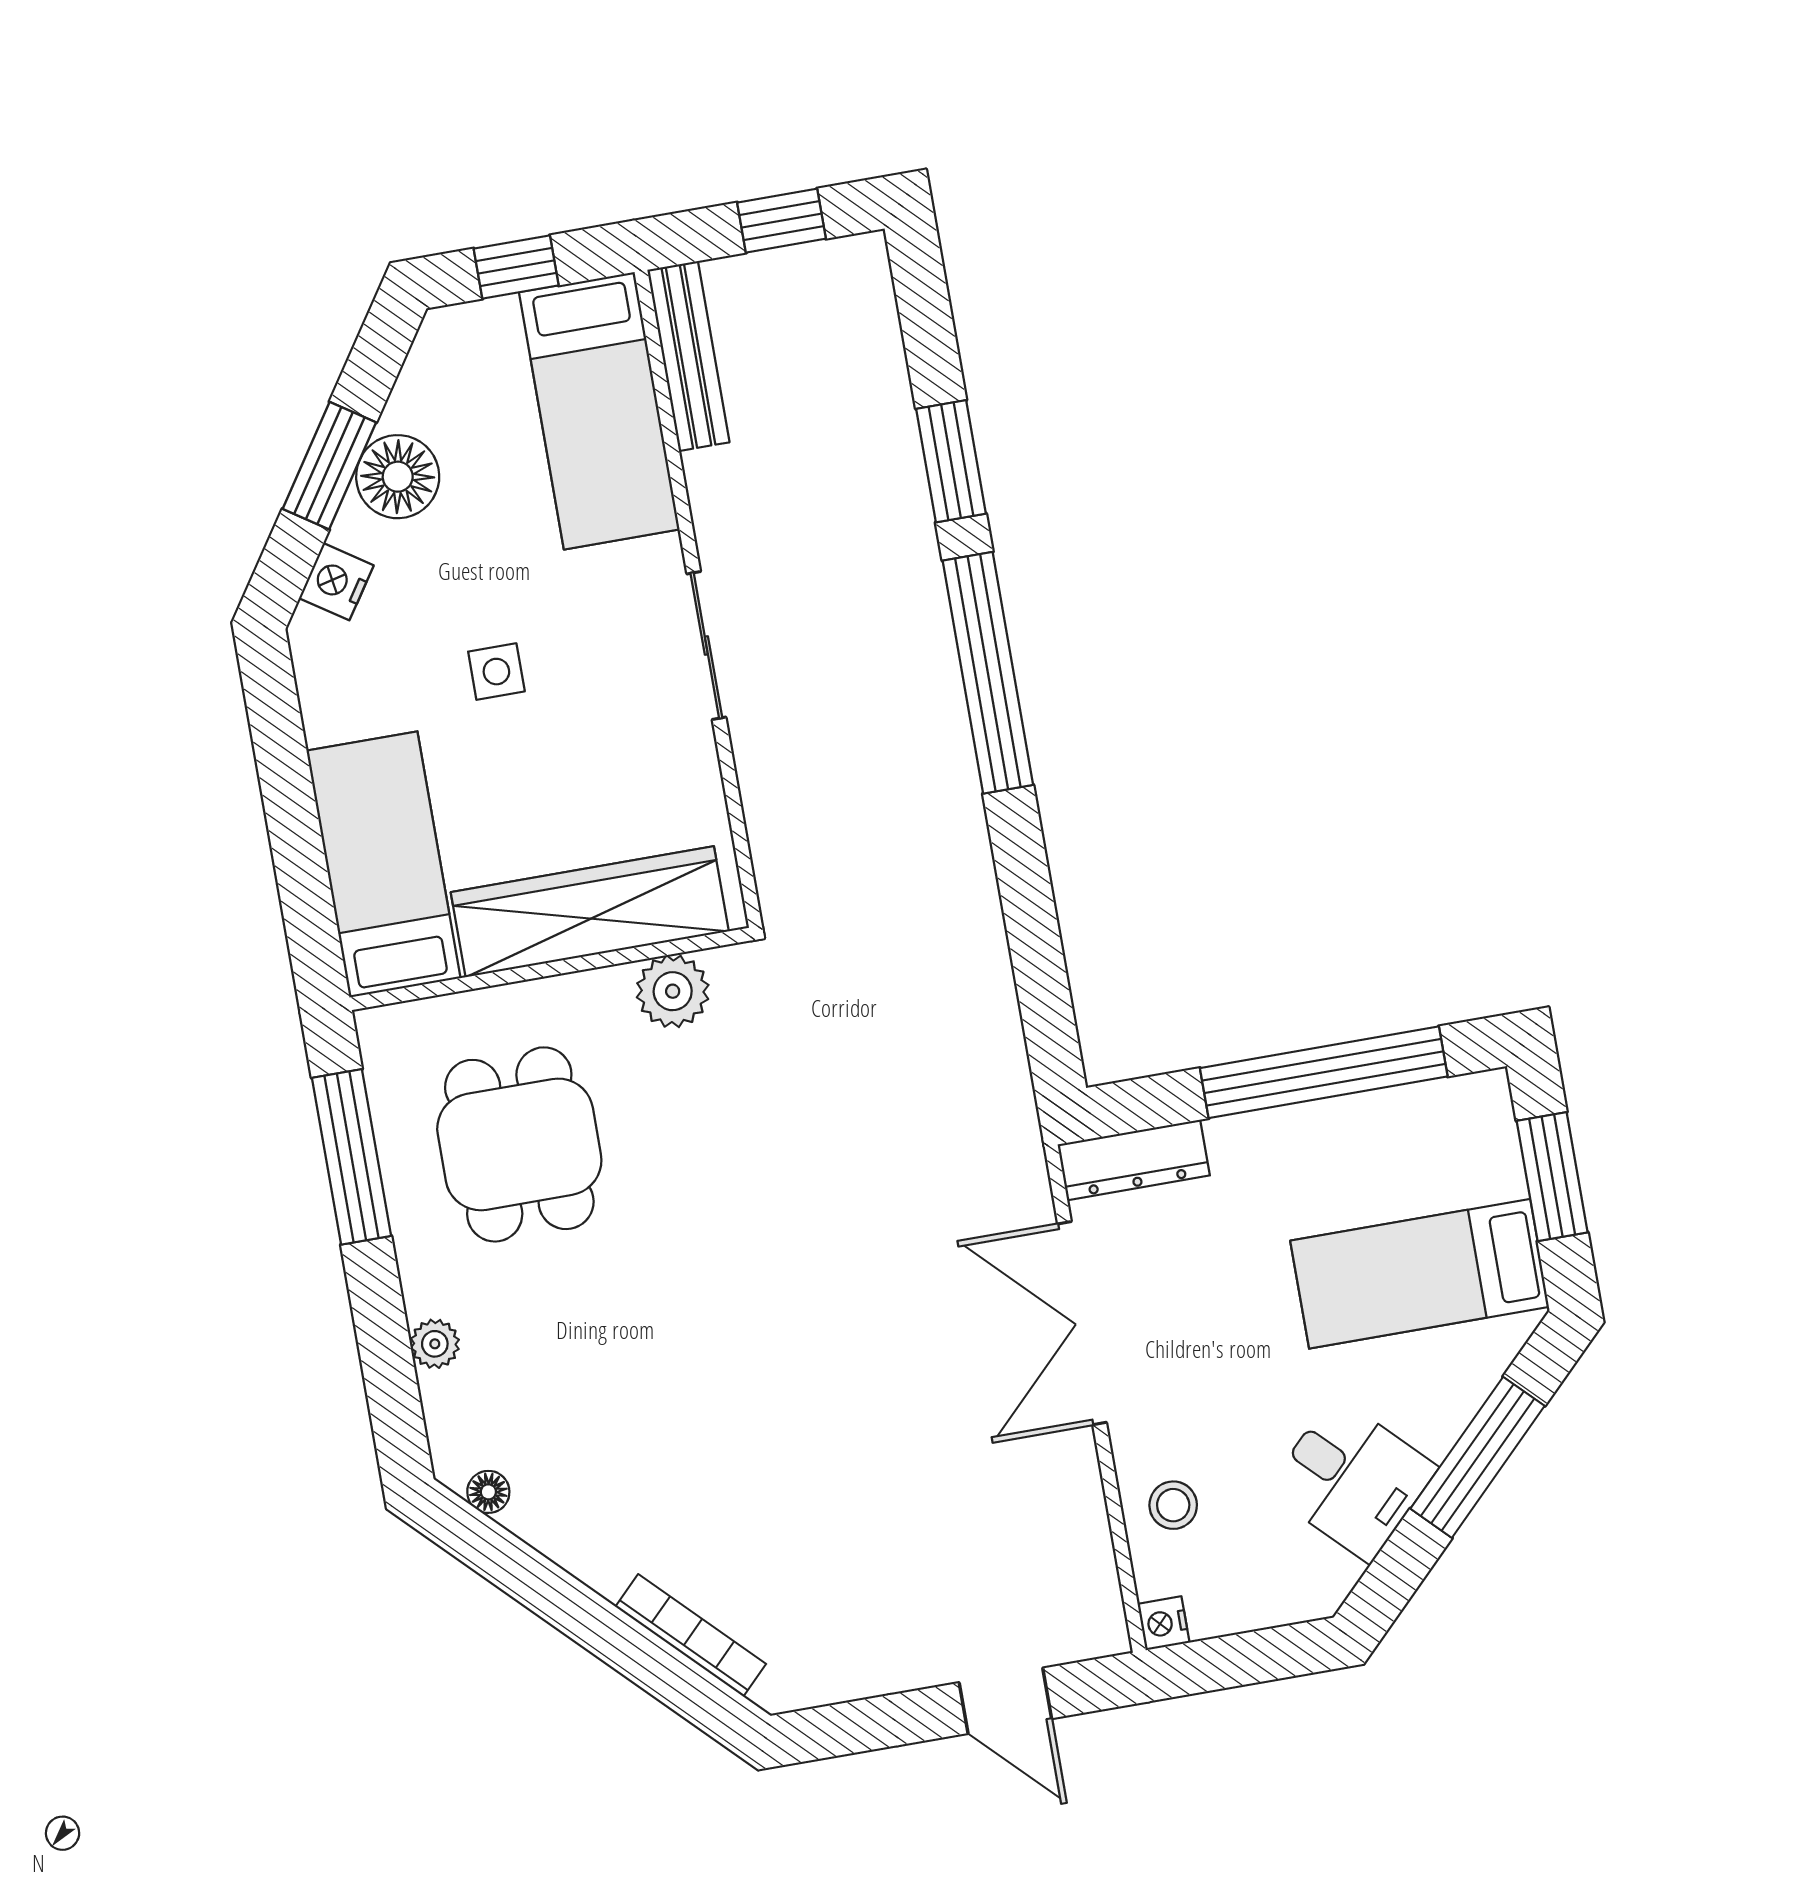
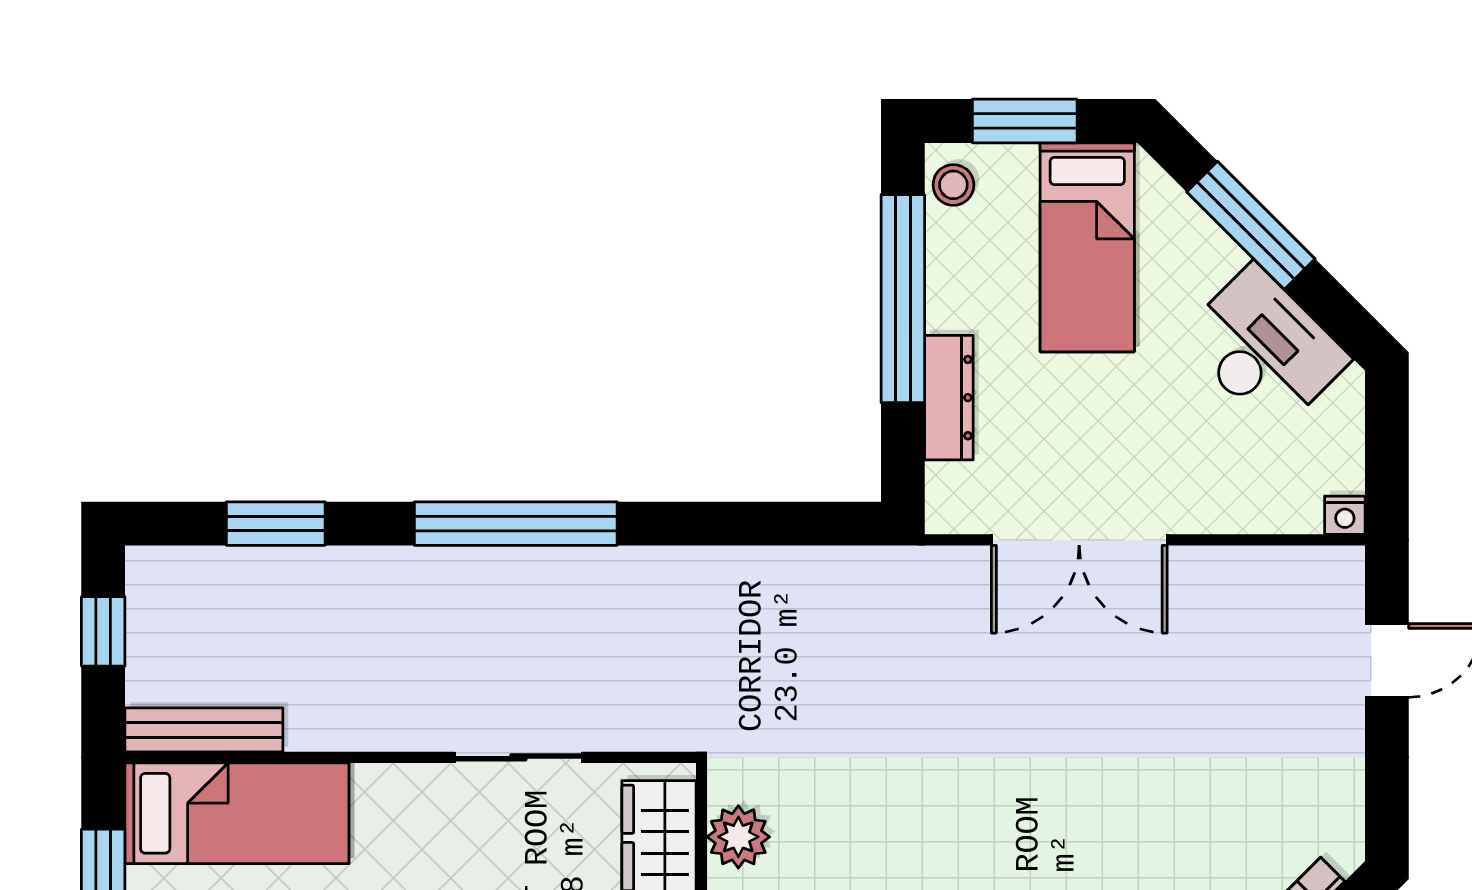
window: (951, 461) -> (276, 524), moved
sliding door: (706, 645) -> (518, 757), moved
dresser: (1134, 1160) -> (949, 398), moved
desk: (1352, 1479) -> (1264, 348), width x1.37
stool: (1173, 1505) -> (953, 185), moved

